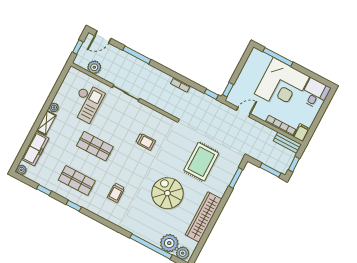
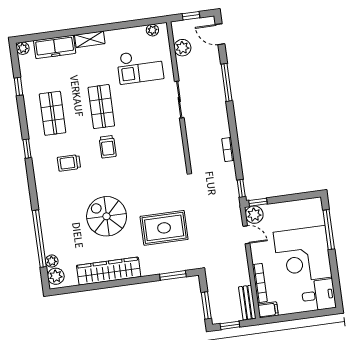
plant: (234, 98) -> (254, 215), added
plant: (54, 107) -> (152, 30), moved
trolley: (145, 142) -> (108, 147), moved
spiral stairs: (167, 193) -> (107, 216), turned -90
window: (74, 206) -> (27, 149), moved
plant: (169, 243) -> (52, 261), width x0.53, depth x0.53

